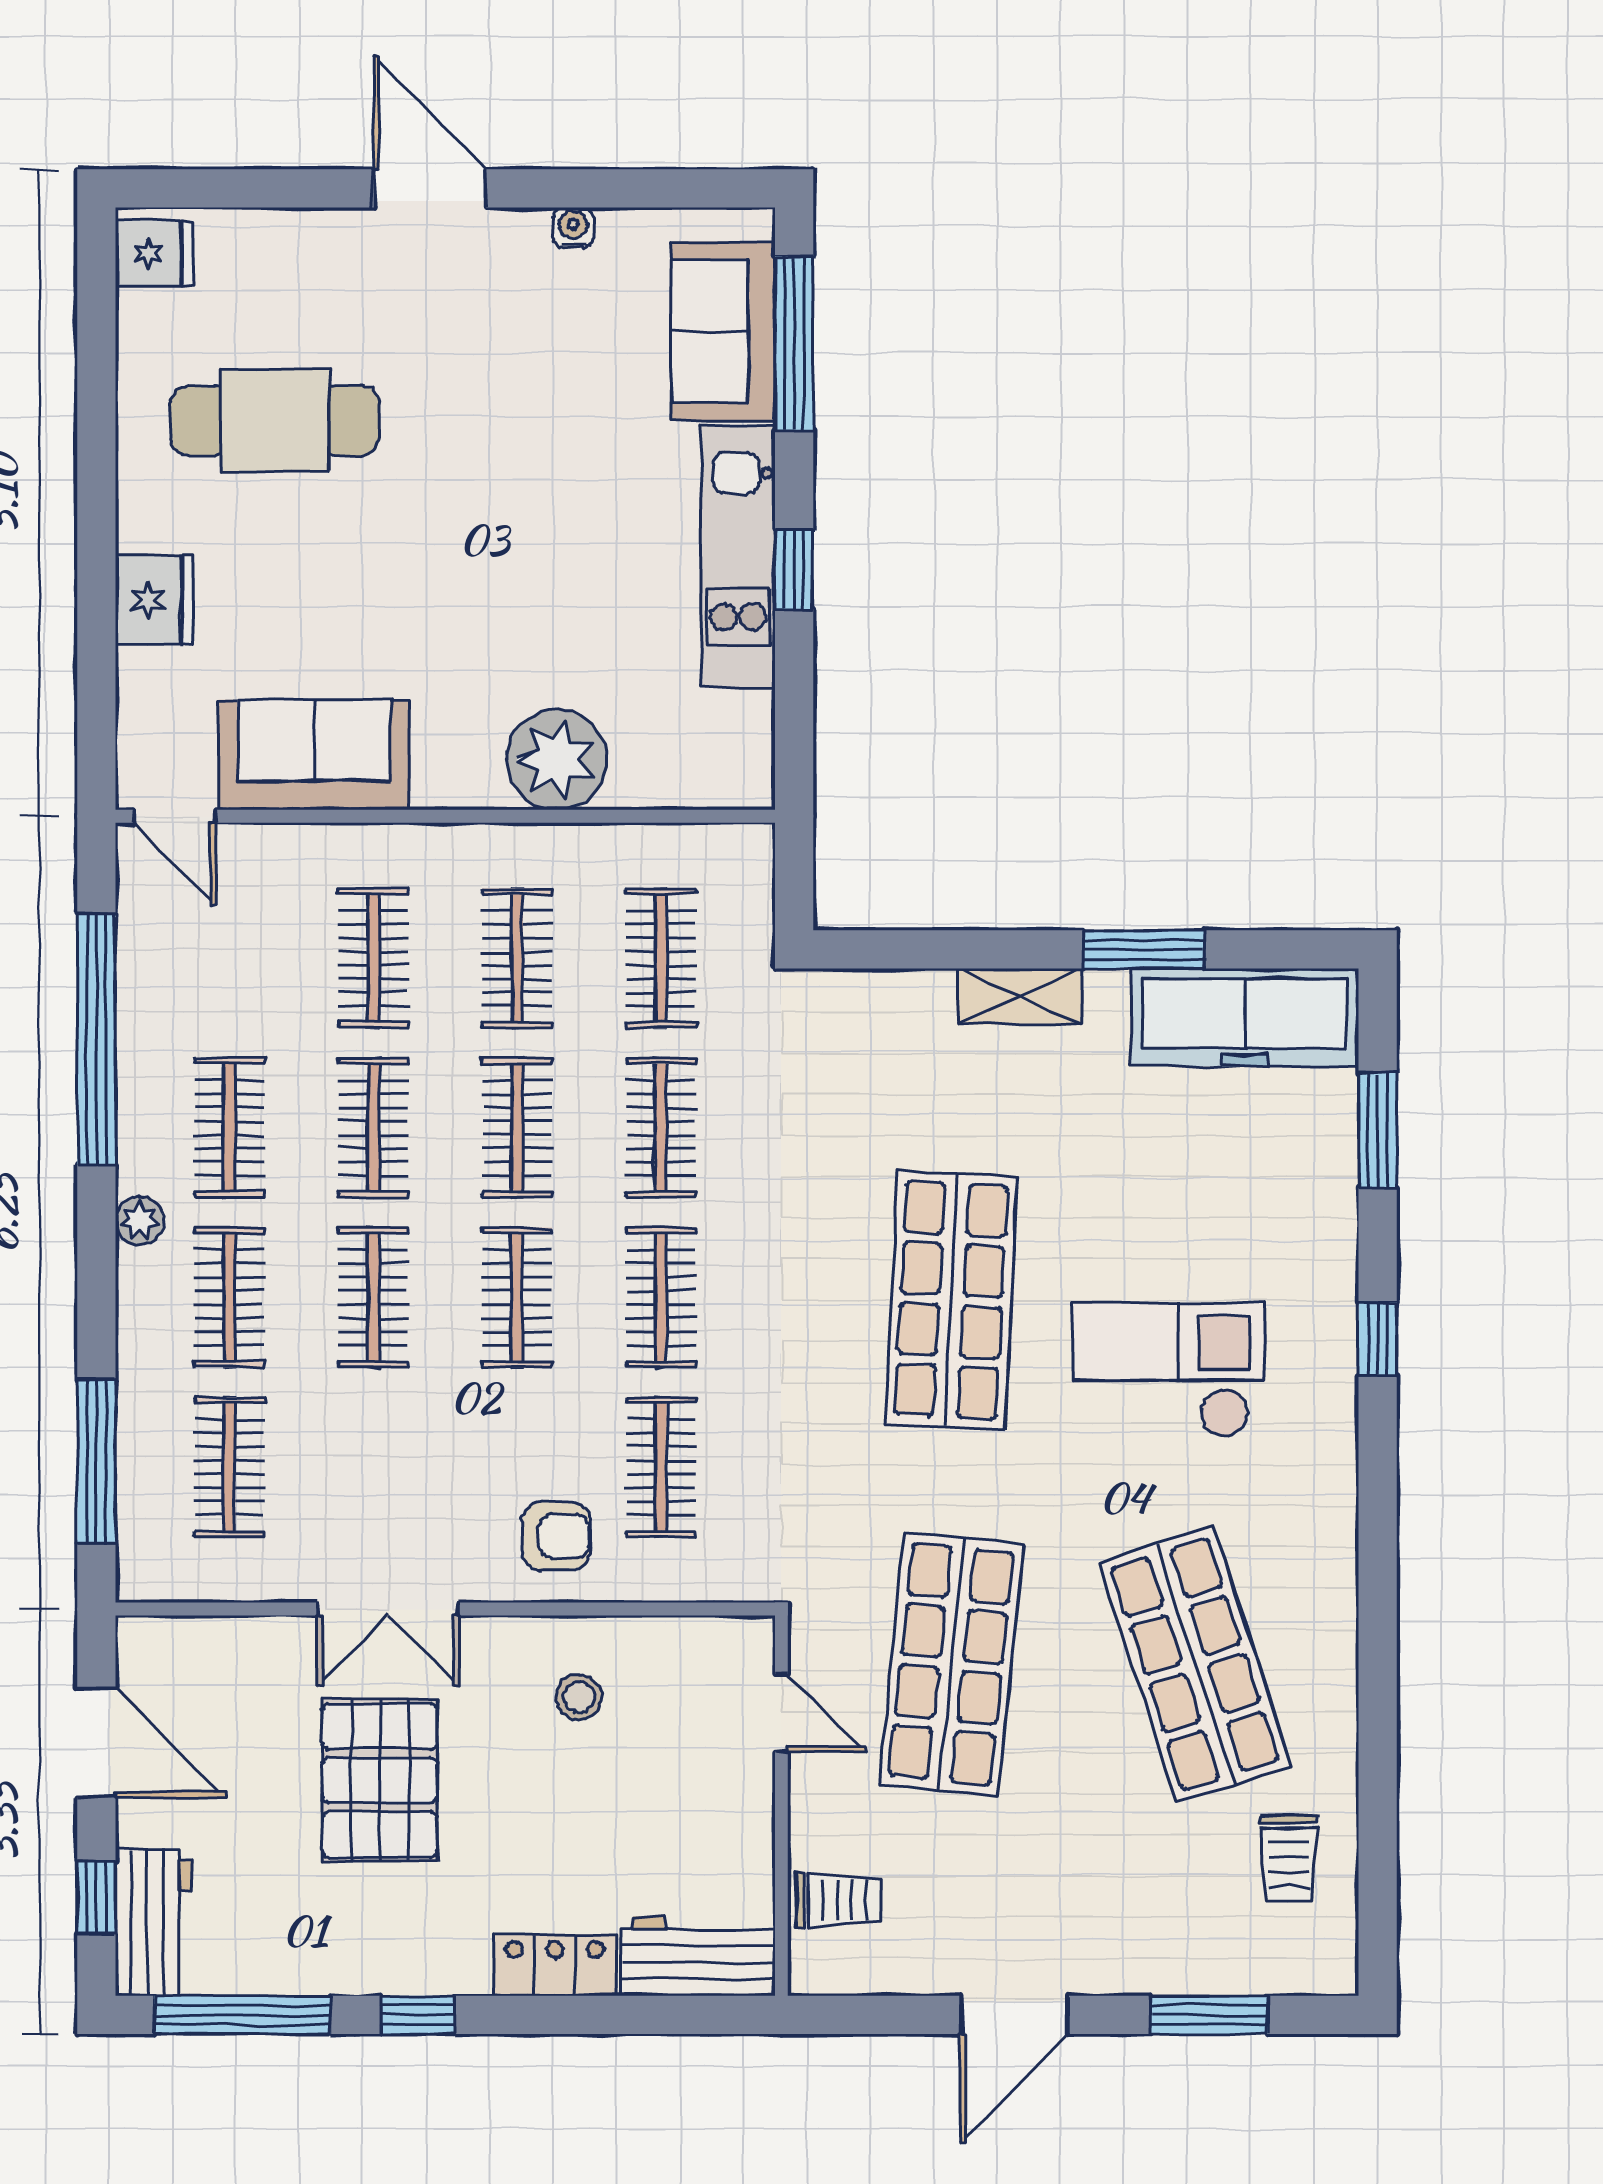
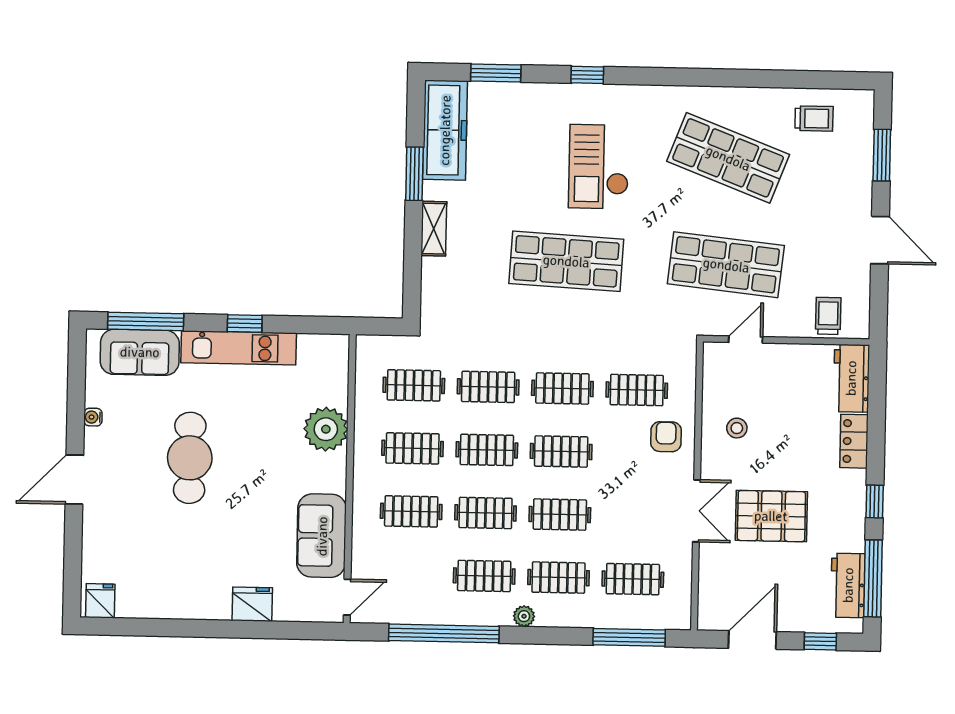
cafe table: (275, 421) -> (190, 458), moved
shop shelf: (1195, 1664) -> (728, 158), turned 39
workbench: (153, 1923) -> (848, 585), moved, turned -90

